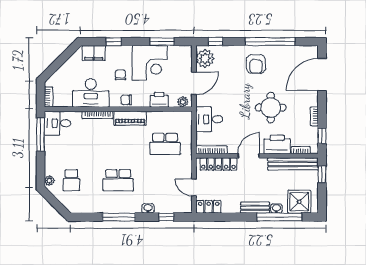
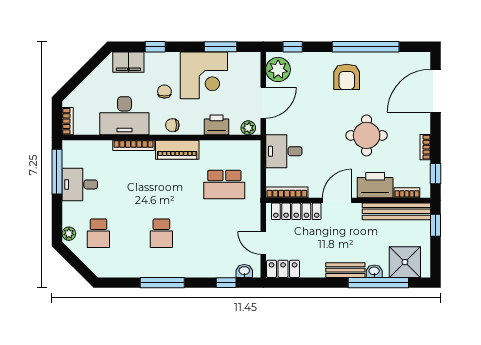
desk: (58, 123) -> (80, 184), moved
school desk: (118, 180) -> (161, 233), width x0.54
washbasin: (148, 208) -> (244, 271), moved

